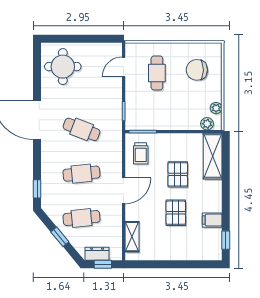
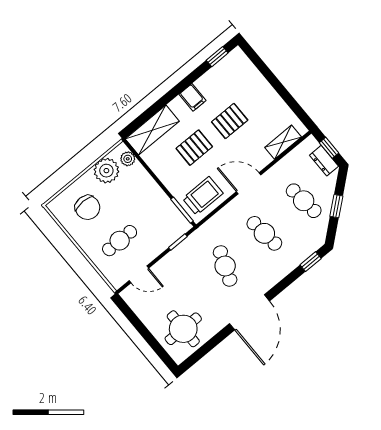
plant: (216, 108) -> (106, 171), width x1.87, depth x1.87
trolley: (141, 153) -> (203, 196), width x1.36, depth x1.39
filing cabinet: (212, 220) -> (193, 97), moved

